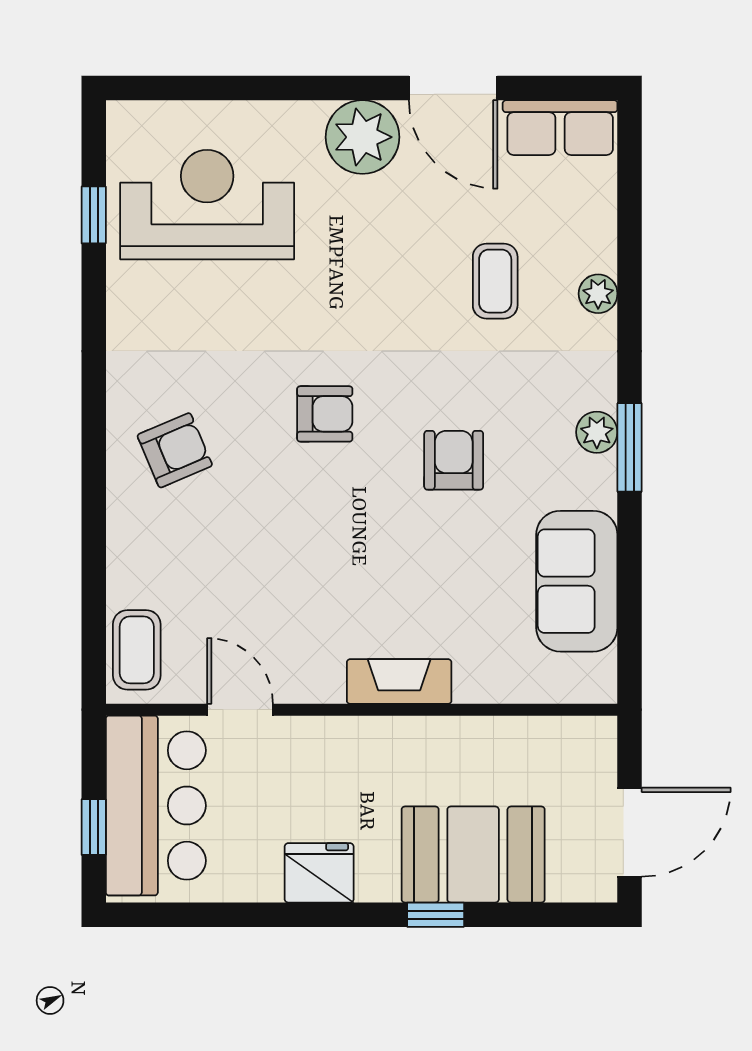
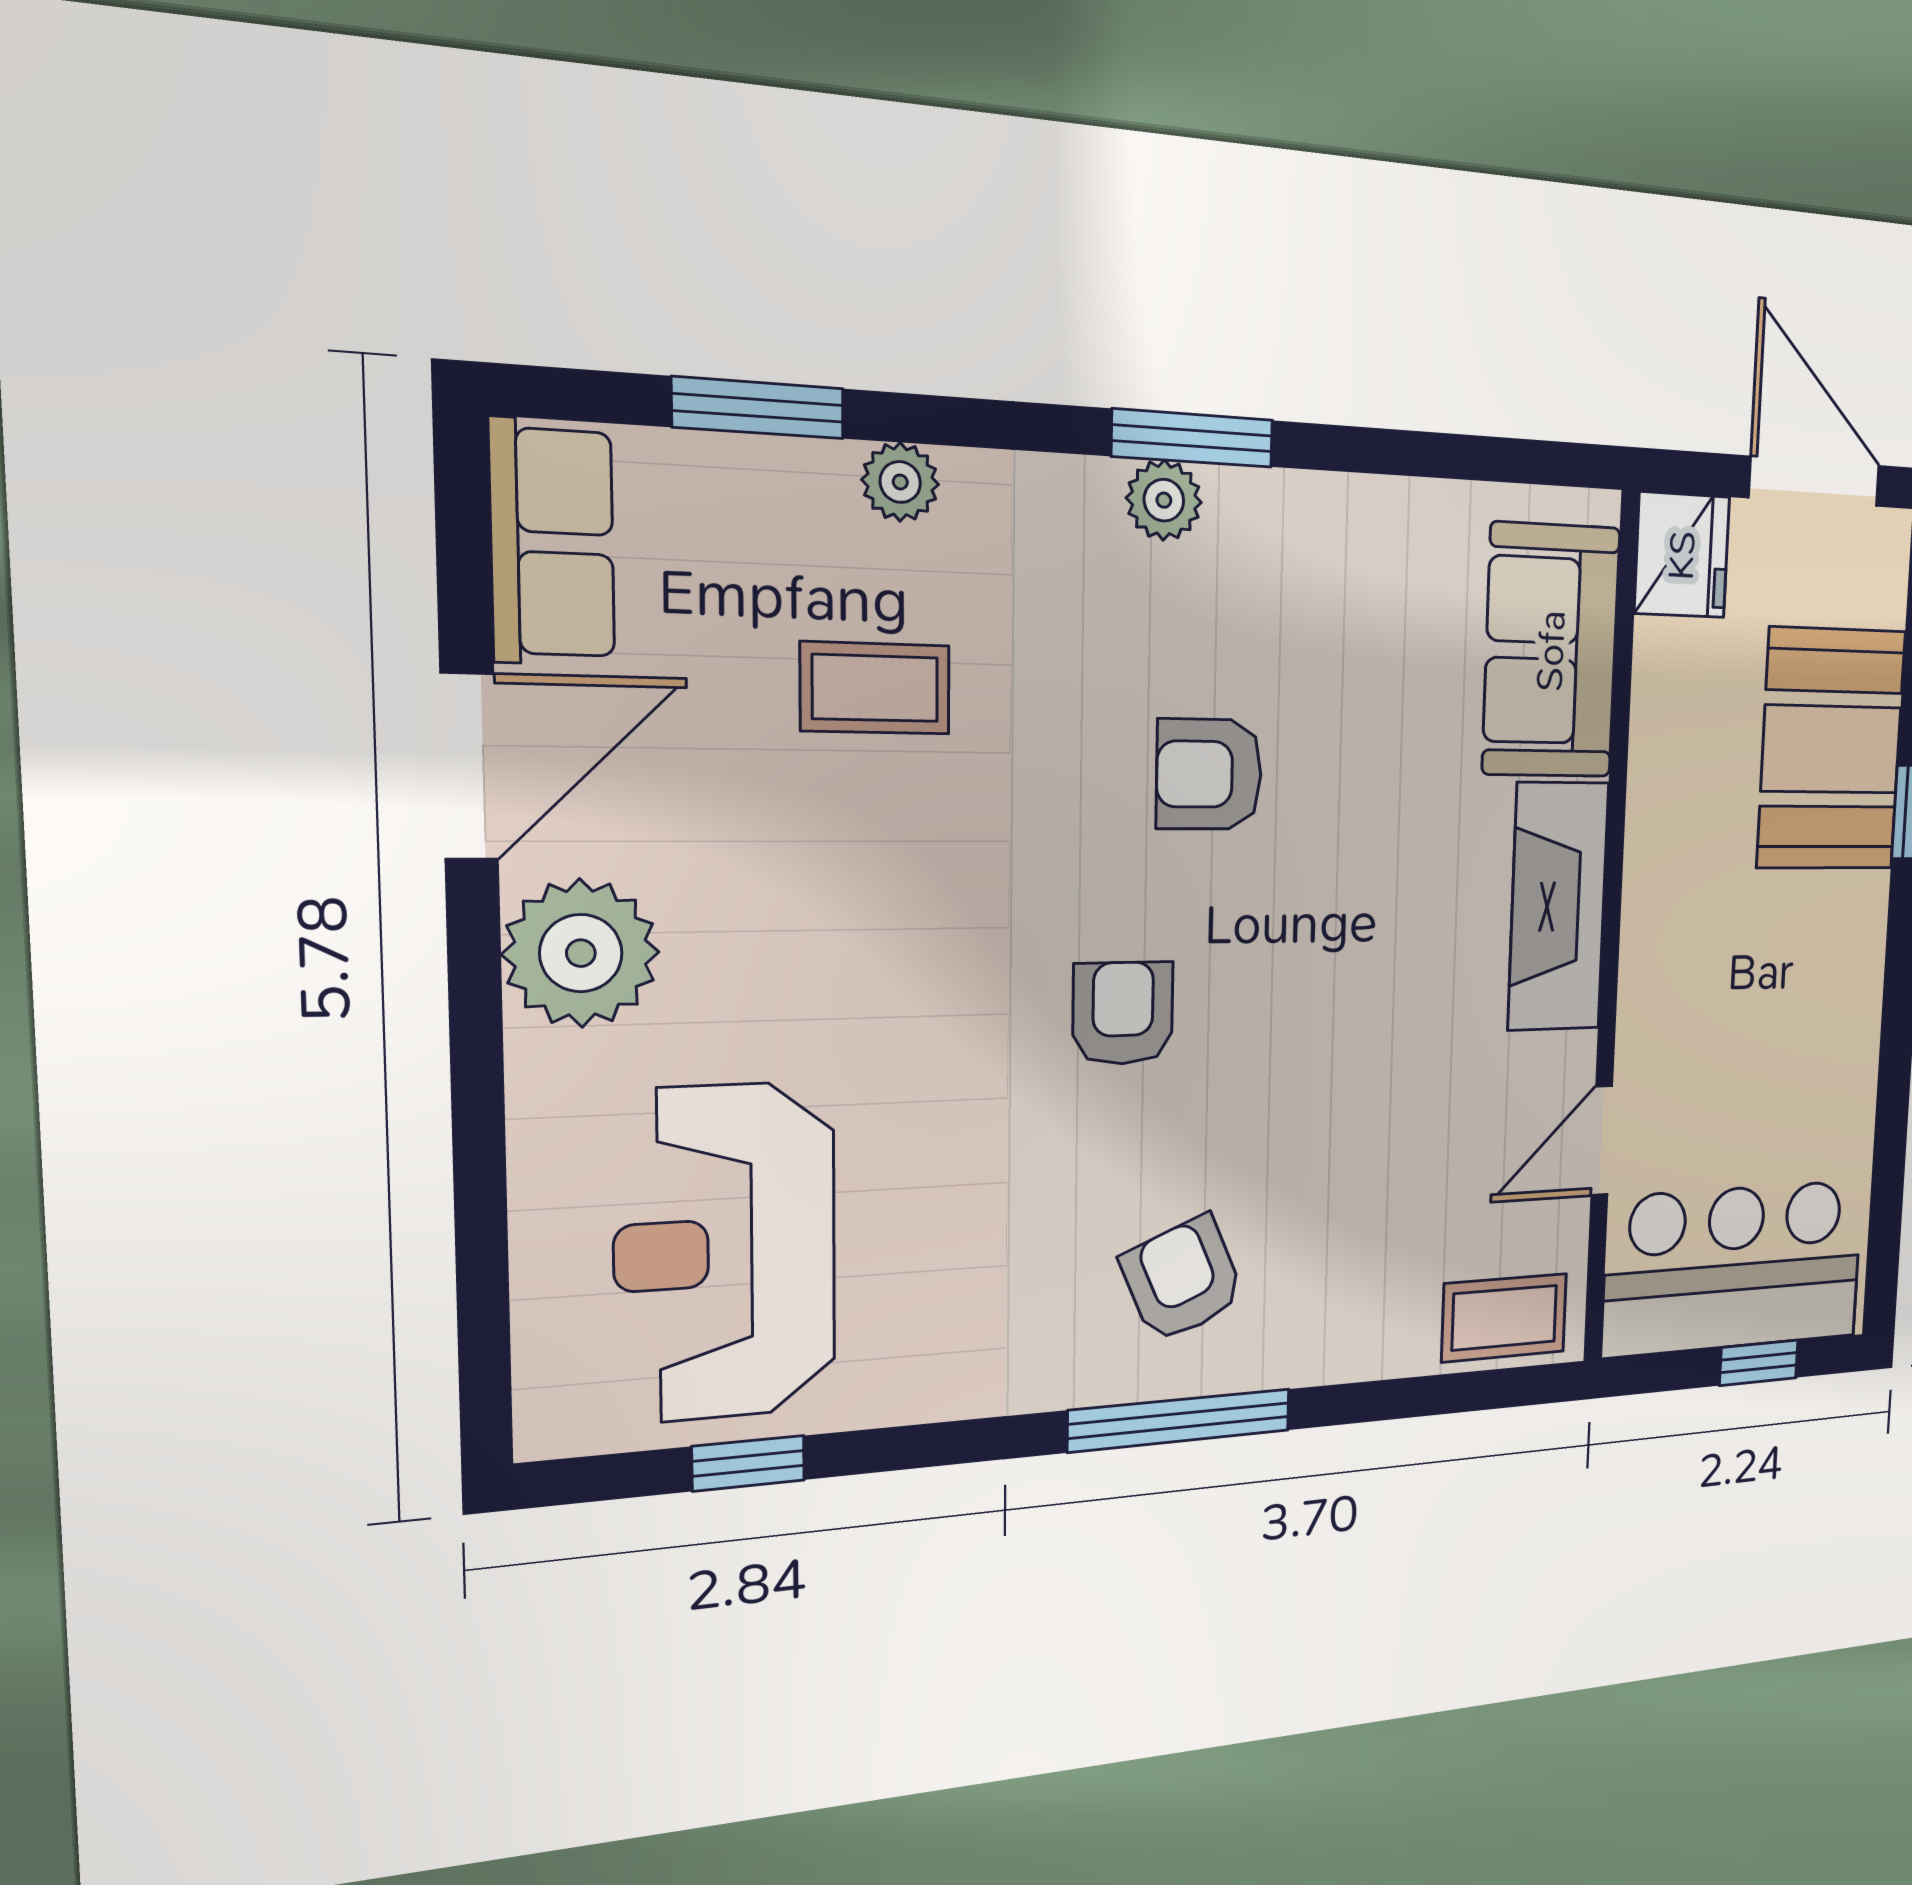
window: (630, 224) -> (758, 408), added
window: (94, 450) -> (1180, 1420), added
sofa: (577, 581) -> (1551, 651), moved, turned 90
fireplace: (399, 682) -> (1558, 907), width x1.37, depth x1.32
fridge: (319, 873) -> (1682, 555), moved, turned 180

